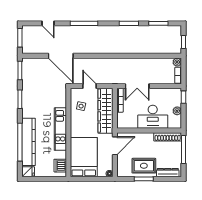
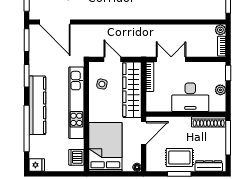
door: (61, 56) -> (55, 22), moved
double door: (137, 86) -> (171, 59), swing flipped
kitchen unit: (60, 129) -> (76, 103), width x1.36
kitchen counter: (29, 142) -> (37, 105), moved

